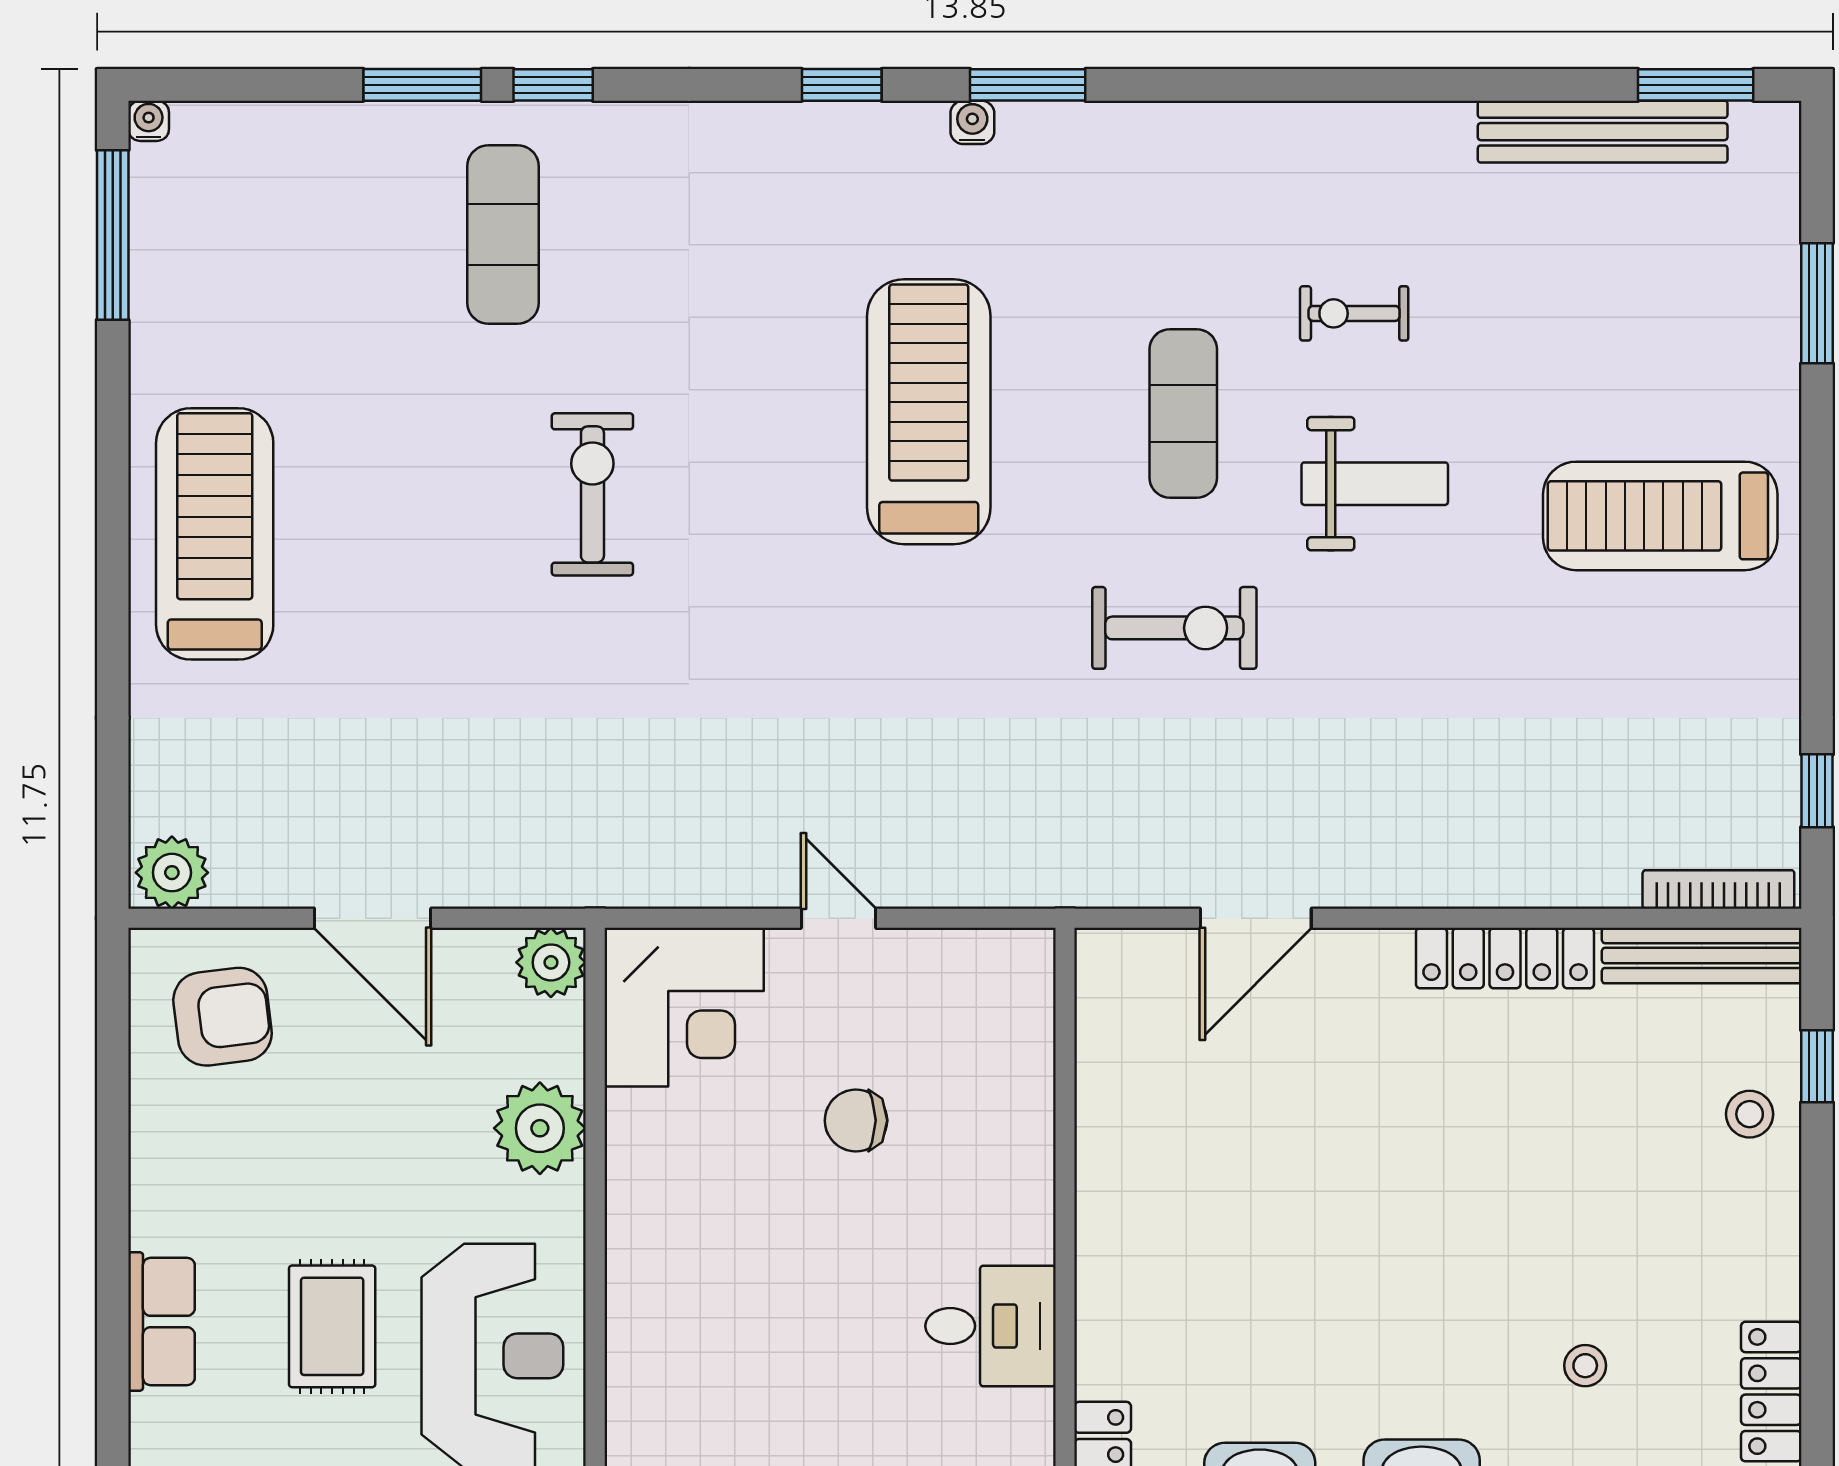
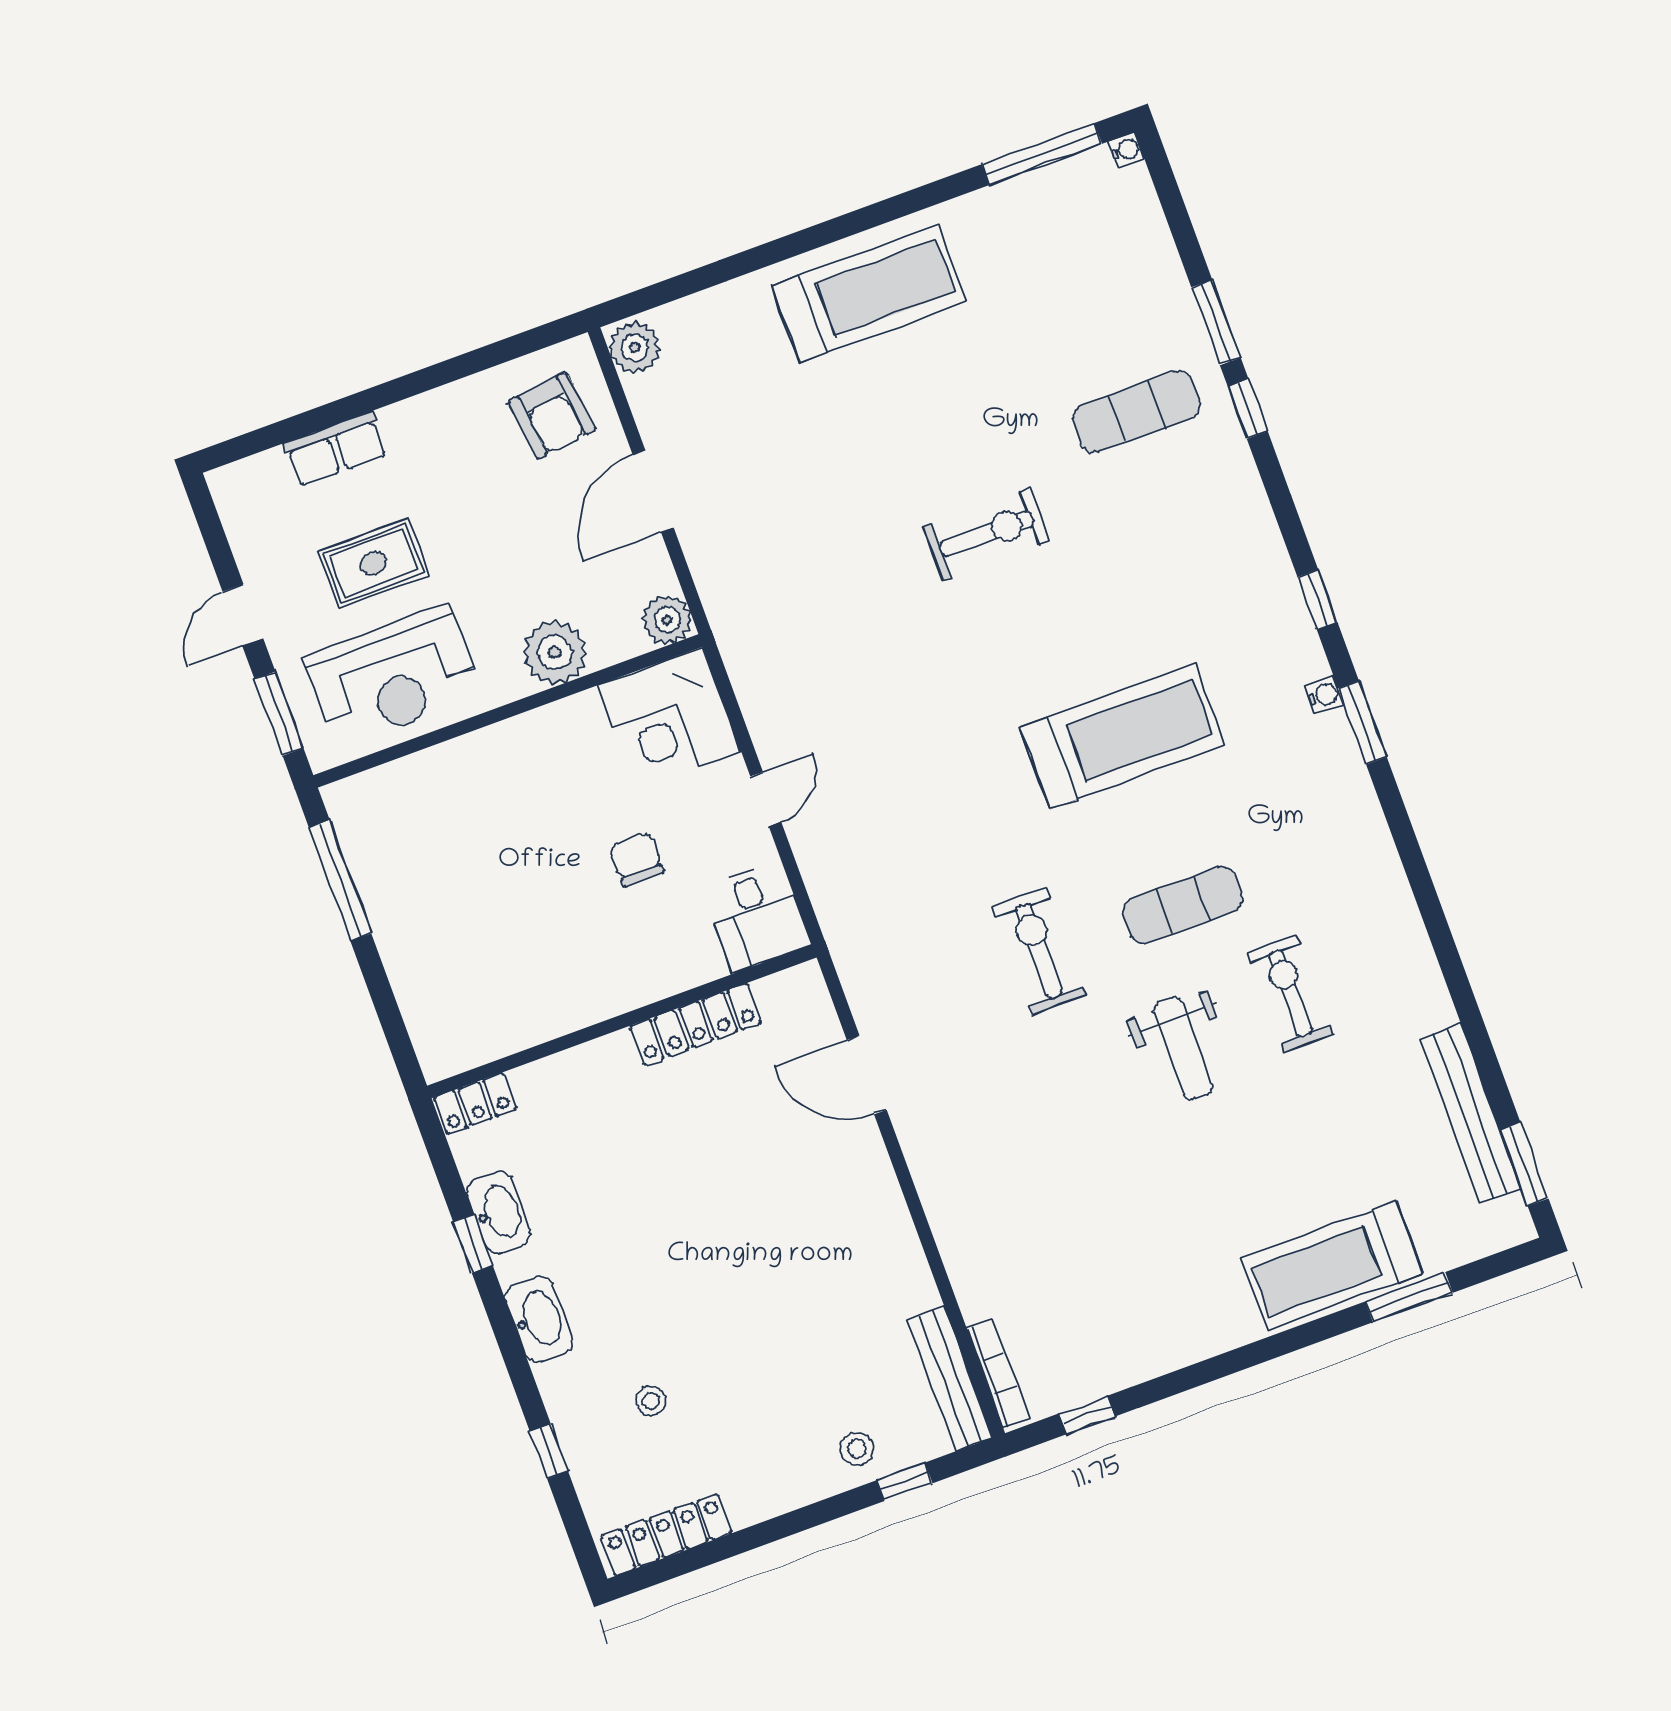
exercise bike: (1354, 313) -> (1290, 994), width x1.38, depth x1.39
treadmill: (1660, 516) -> (1332, 1265), moved, turned -90
exercise bike: (1174, 628) -> (1039, 951), turned 180
locker: (1505, 958) -> (696, 1024), moved, turned -90
desk: (991, 1326) -> (756, 916), moved

